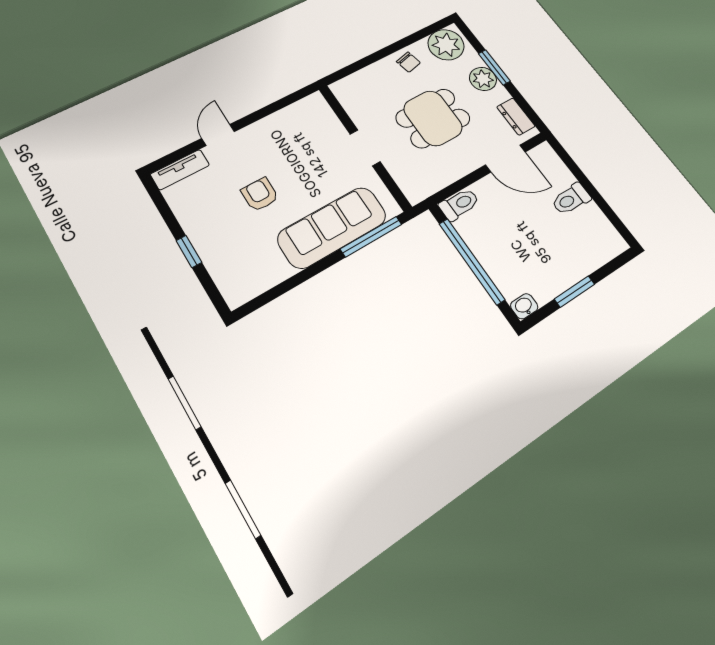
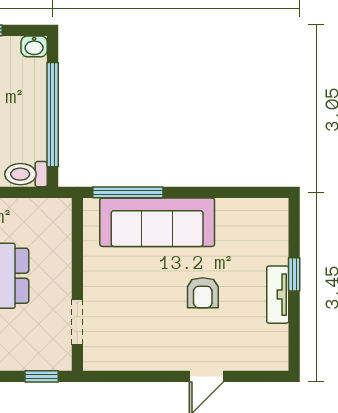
window: (347, 71) -> (42, 376), added
doorway: (365, 148) -> (77, 322), moved
tv unit: (180, 170) -> (278, 295), moved, turned -90

